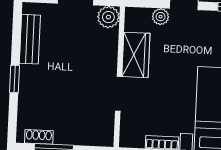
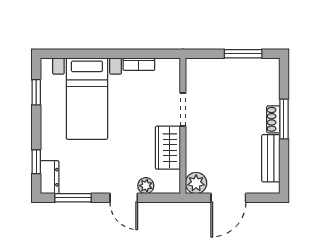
window: (14, 79) -> (284, 119), width x1.50
shoe rack: (39, 137) -> (273, 119), moved, turned 90

